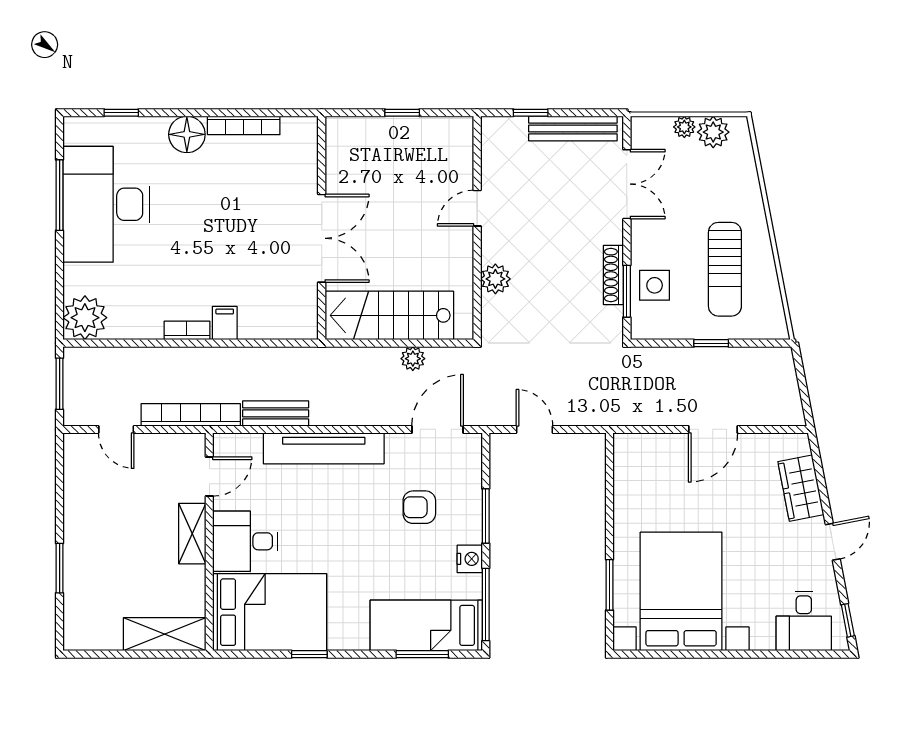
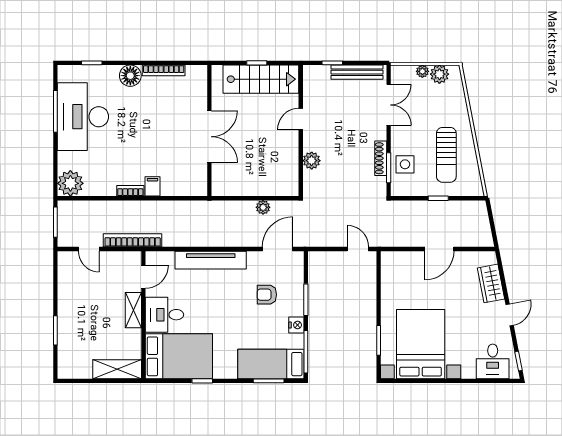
stairs: (389, 315) -> (261, 79), moved, turned 180
bench: (276, 413) -> (182, 240), removed
door: (534, 429) -> (358, 249), moved

